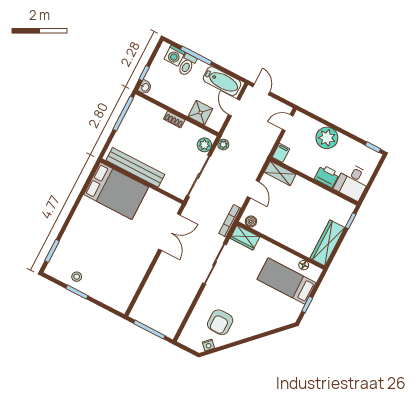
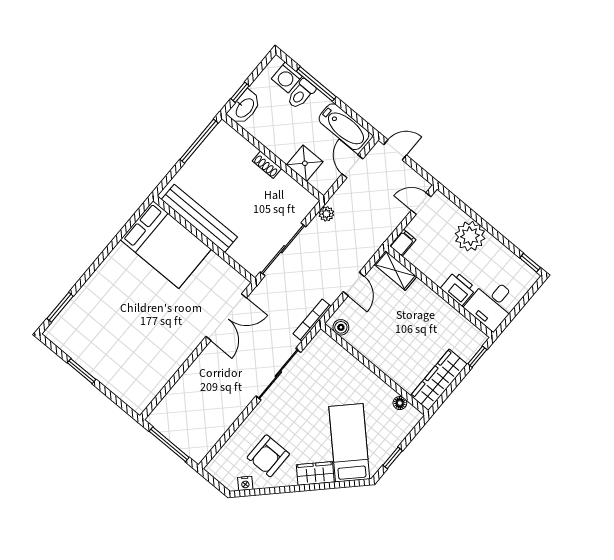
washbasin: (145, 87) -> (244, 108), width x1.91, depth x1.45
door: (261, 89) -> (395, 150), hinge flipped
plant: (204, 145) -> (301, 208), removed
wardrobe: (245, 238) -> (315, 473), moved, turned 135
stool: (77, 277) -> (86, 350), removed
bed: (287, 281) -> (349, 443), moved, turned 45

